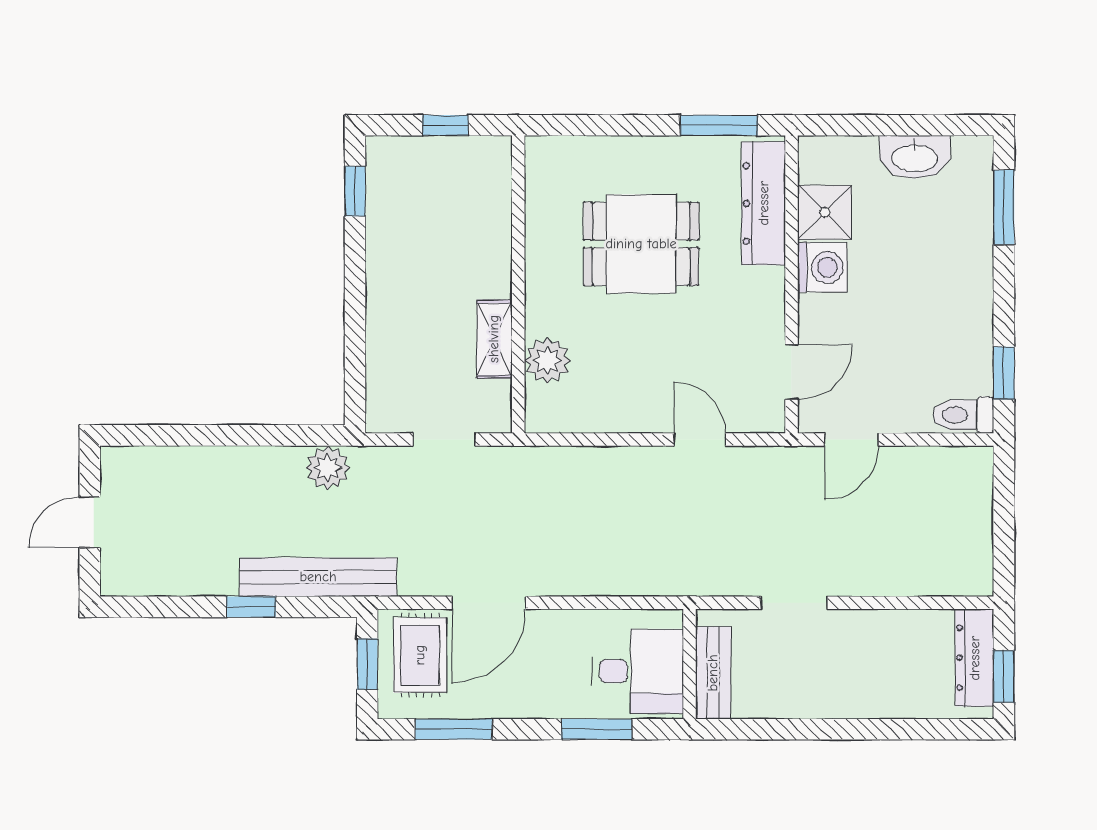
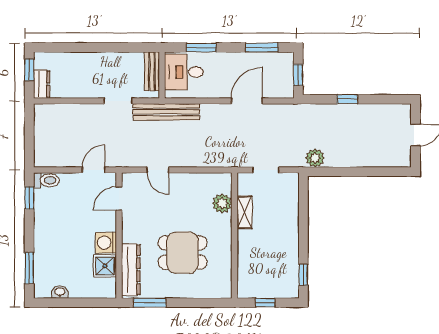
washbasin: (915, 157) -> (60, 292), width x0.52, depth x0.69
bench: (318, 577) -> (166, 112), moved
rug: (420, 655) -> (276, 79), removed
dresser: (975, 658) -> (42, 84), width x0.70

